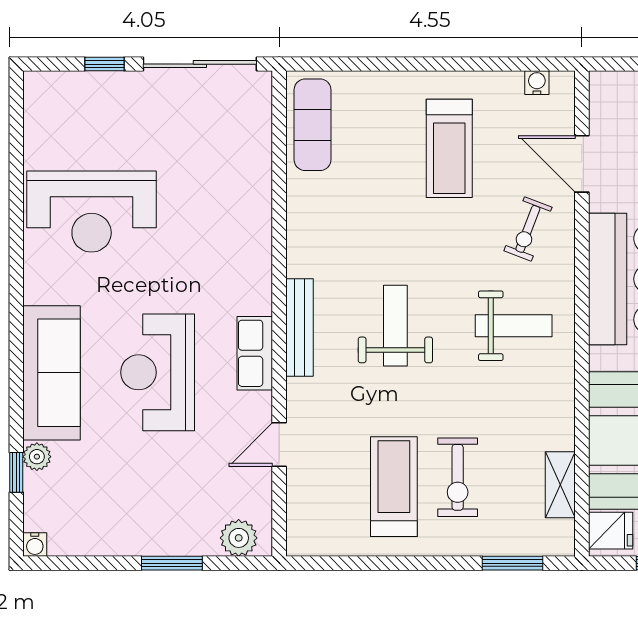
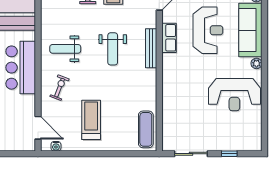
sliding door: (200, 64) -> (191, 154), width x0.73
door: (582, 164) -> (38, 128), moved
reception desk: (92, 212) -> (234, 95), turned 180
plant: (36, 289) -> (256, 63), added

